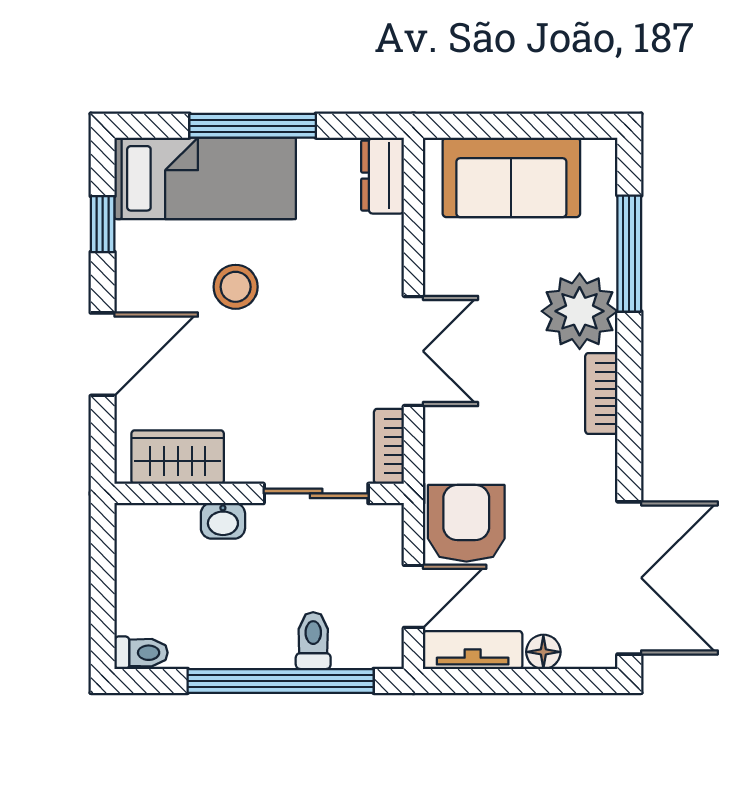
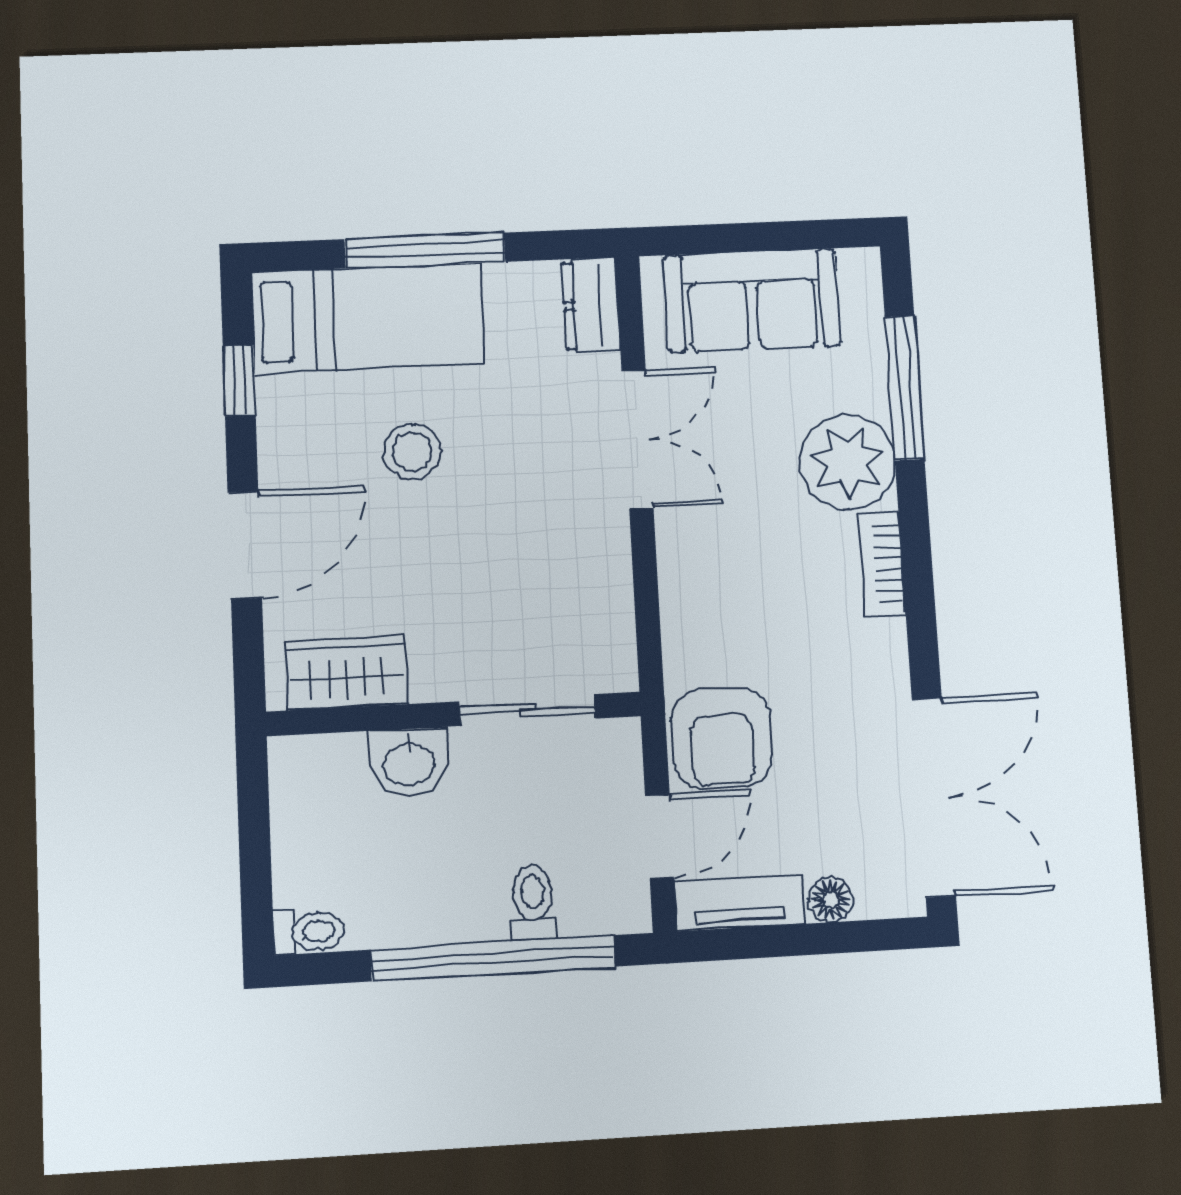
double door: (413, 351) -> (637, 439), moved
bookcase: (389, 446) -> (618, 645), removed
washbasin: (223, 521) -> (409, 762), width x1.38, depth x1.45
armchair: (466, 523) -> (722, 738), turned 180

